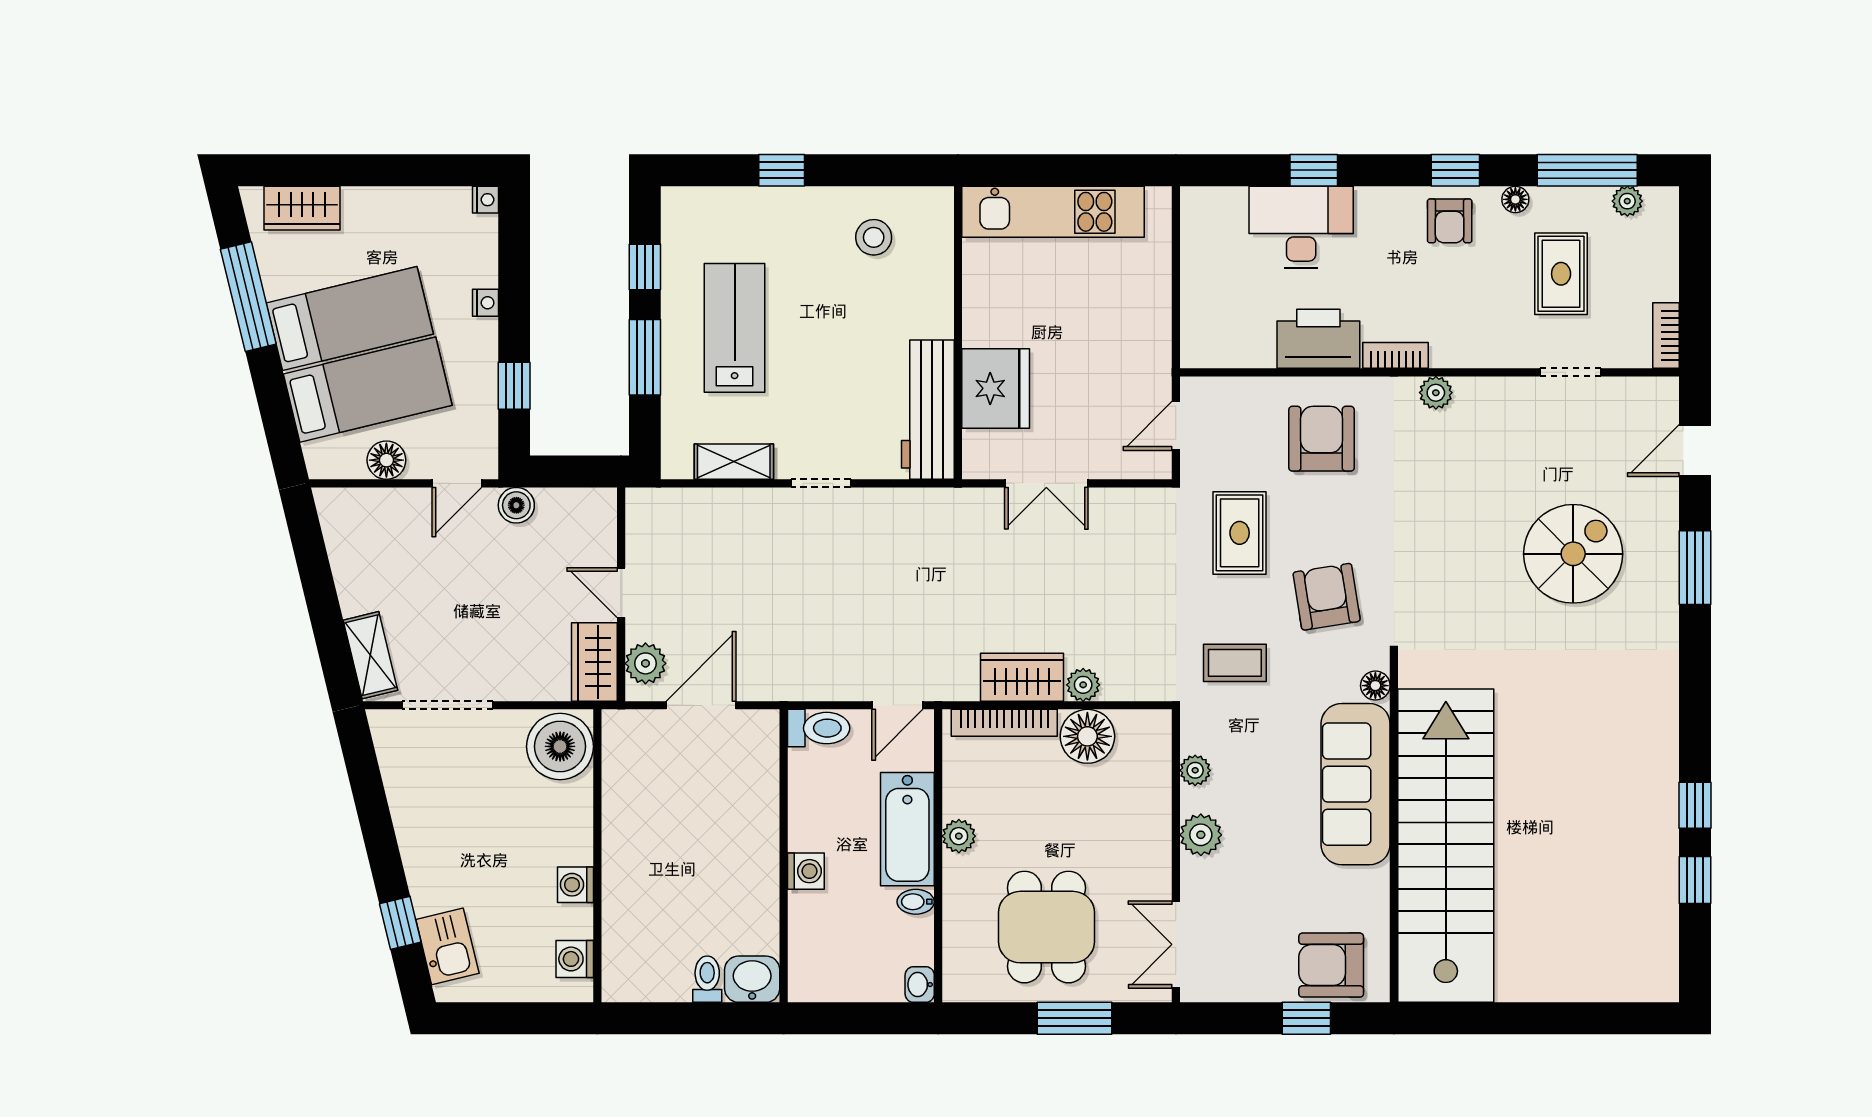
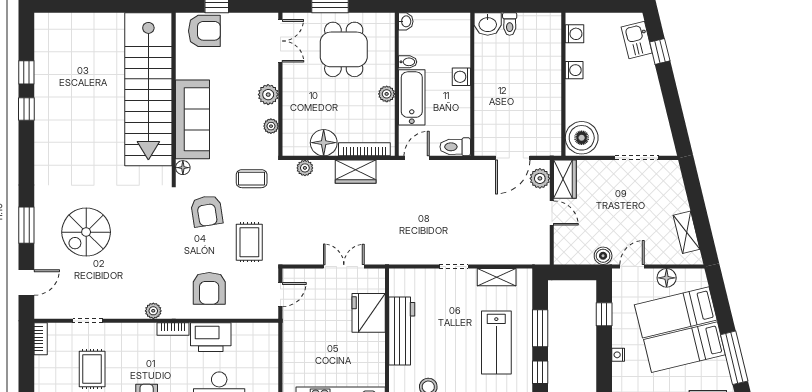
workbench: (928, 410) -> (402, 331), moved
shelving: (370, 655) -> (687, 232), moved
plant: (1083, 685) -> (305, 168), moved

